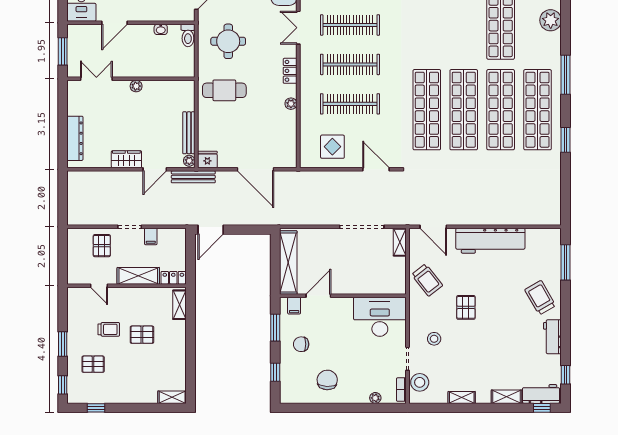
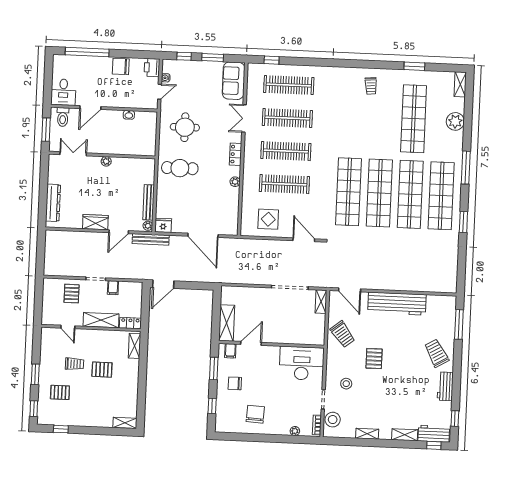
toilet: (188, 35) -> (63, 117), moved
shelving: (288, 263) -> (227, 323), width x0.68

